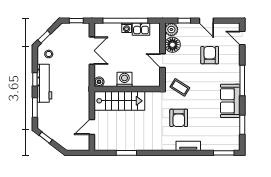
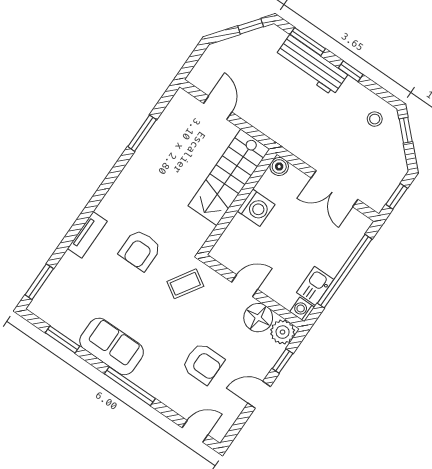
washing machine: (127, 28) -> (302, 309), moved
workbench: (44, 83) -> (311, 65), moved
armchair: (179, 118) -> (140, 250), turned -90

